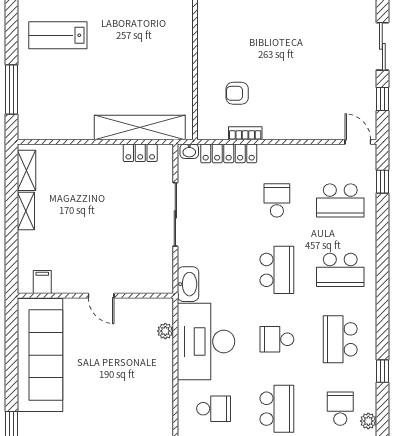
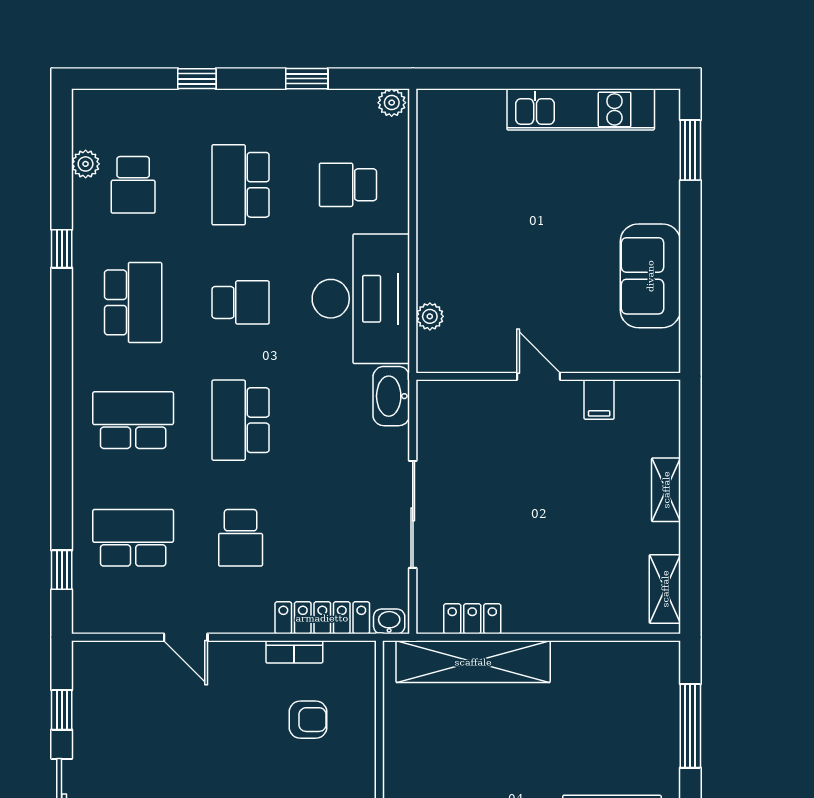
door: (358, 142) -> (186, 637), moved
shelving: (26, 211) -> (666, 490), moved
filing cabinet: (42, 282) -> (599, 400), moved
sofa: (40, 355) -> (650, 276), width x0.54, depth x0.79

